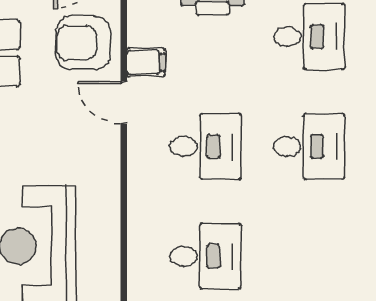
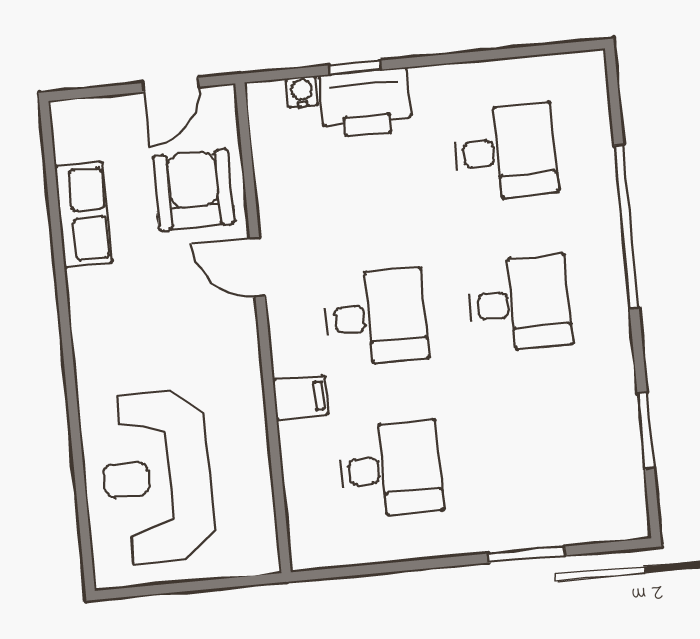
armchair: (83, 43) -> (193, 190), turned 90
filing cabinet: (146, 62) -> (301, 397), moved

